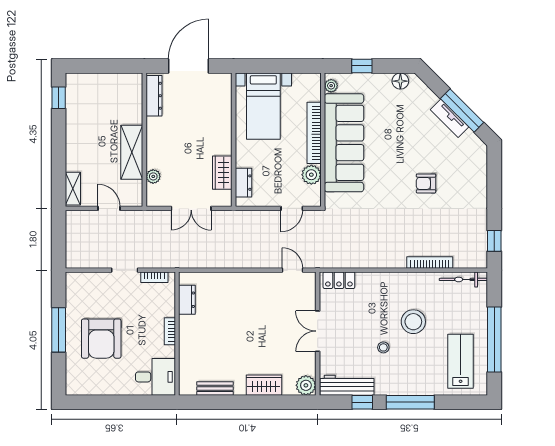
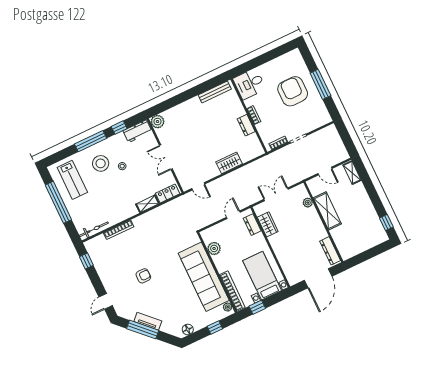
window: (291, 66) -> (257, 307), added
bookcase: (314, 133) -> (232, 291), moved
door: (494, 173) -> (106, 301), added
door: (292, 208) -> (233, 215), moved
shelving: (373, 279) -> (147, 204), added
dresser: (187, 300) -> (246, 125), moved
stool: (413, 322) -> (101, 163), moved
double door: (318, 331) -> (166, 157), swing flipped
wardrobe: (264, 385) -> (229, 163), moved, turned 180
workbench: (347, 385) -> (137, 131), width x0.73
bench: (215, 388) -> (215, 92), width x1.36

